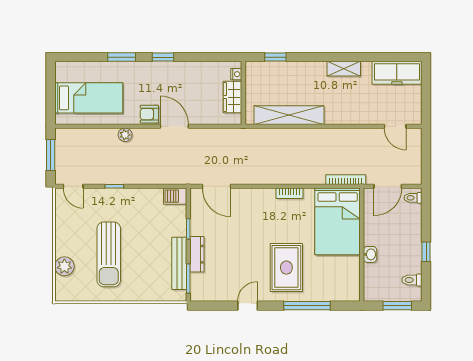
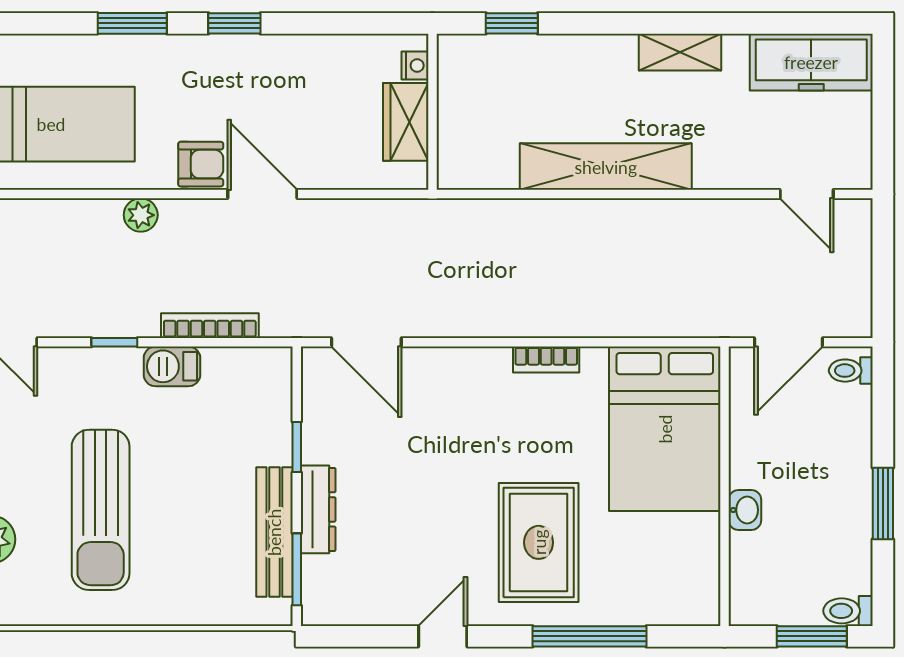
armchair: (149, 114) -> (201, 164), turned 180
shelving: (289, 115) -> (606, 167), moved
bookcase: (346, 180) -> (210, 326), moved
barbecue: (175, 196) -> (172, 366), moved
window: (426, 252) -> (883, 504), width x1.50
toilet: (412, 280) -> (848, 611), moved

